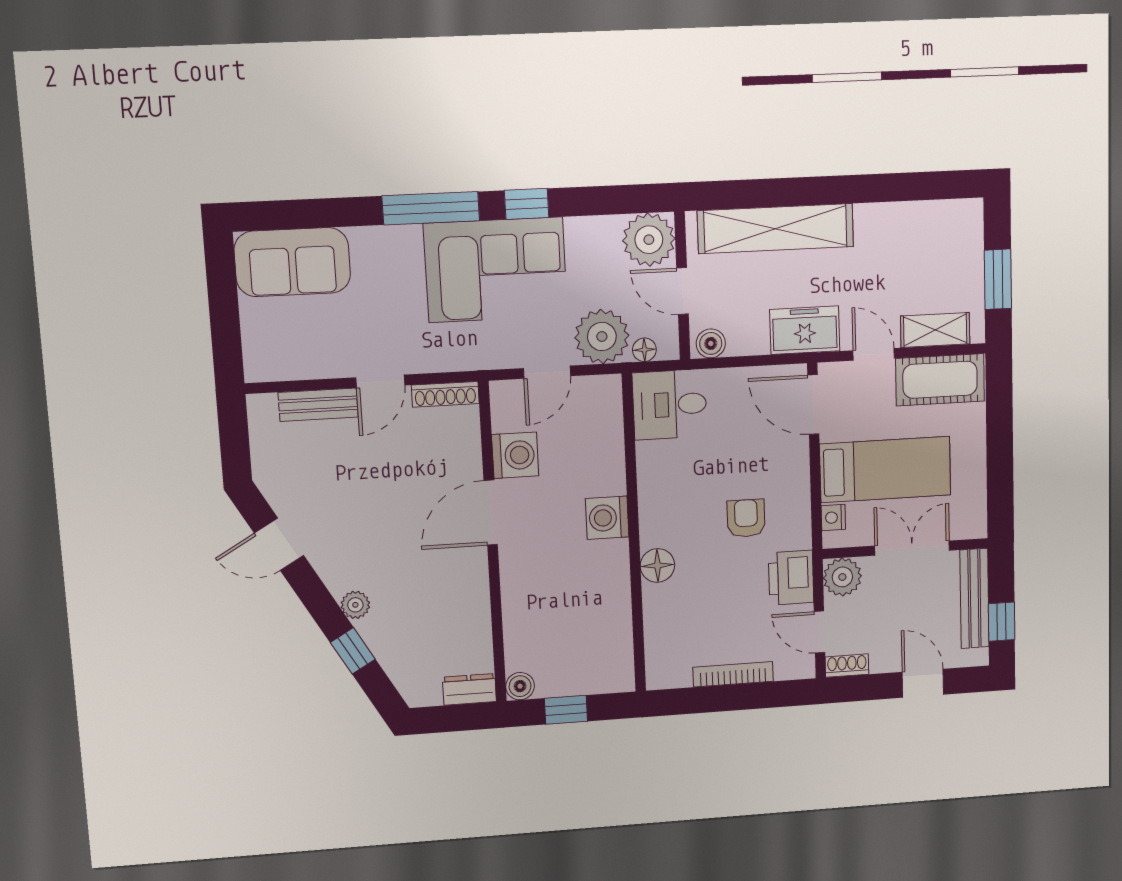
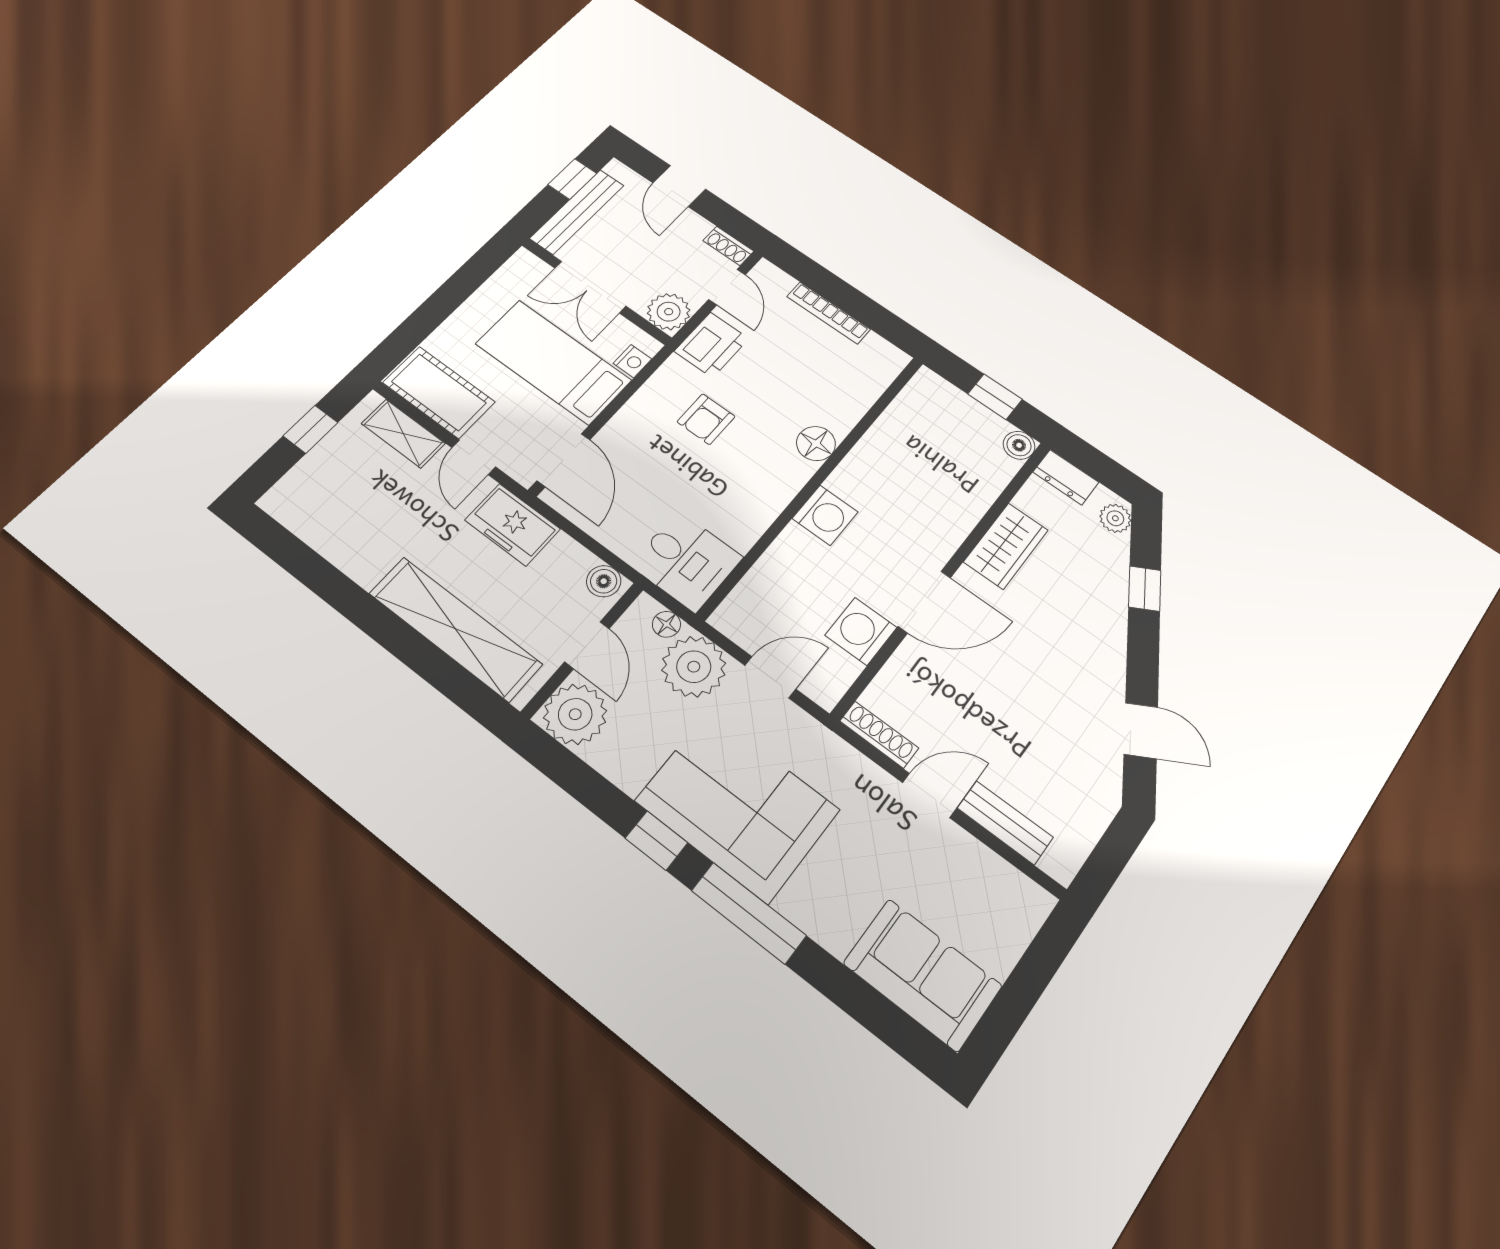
window: (998, 279) -> (310, 429), width x0.67
wardrobe: (469, 601) -> (1006, 546), added
plant: (355, 605) -> (1115, 518), moved

